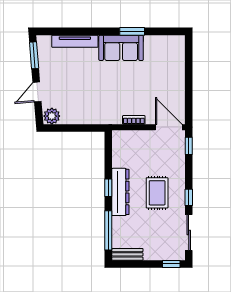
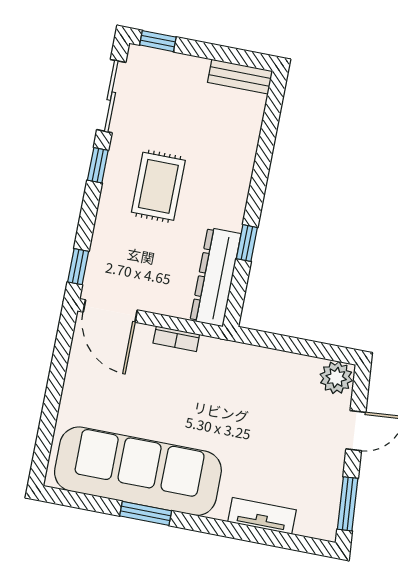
tv unit: (75, 41) -> (262, 516), width x0.71
sofa: (121, 48) -> (138, 471), width x1.85, depth x1.27
window: (108, 188) -> (247, 243), moved
dresser: (120, 192) -> (216, 277), moved
window: (108, 230) -> (269, 131), removed

